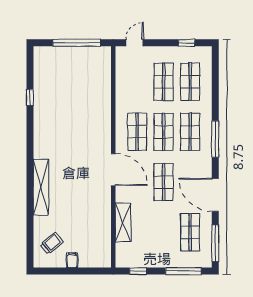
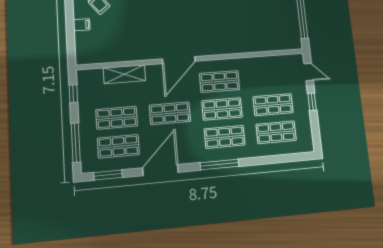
window: (187, 43) -> (312, 102), moved
shop shelf: (164, 232) -> (117, 118), added
window: (215, 243) -> (108, 175), width x0.69

